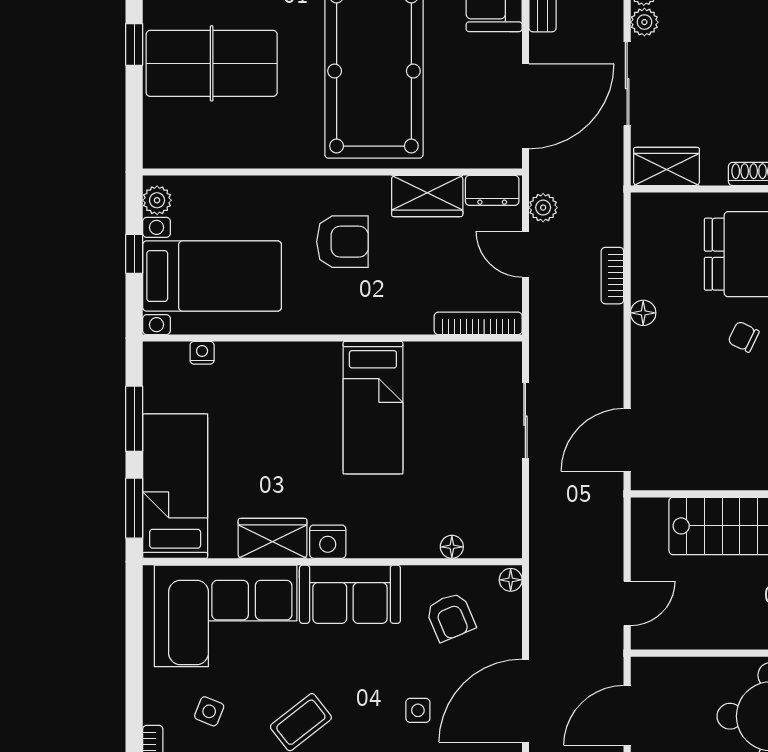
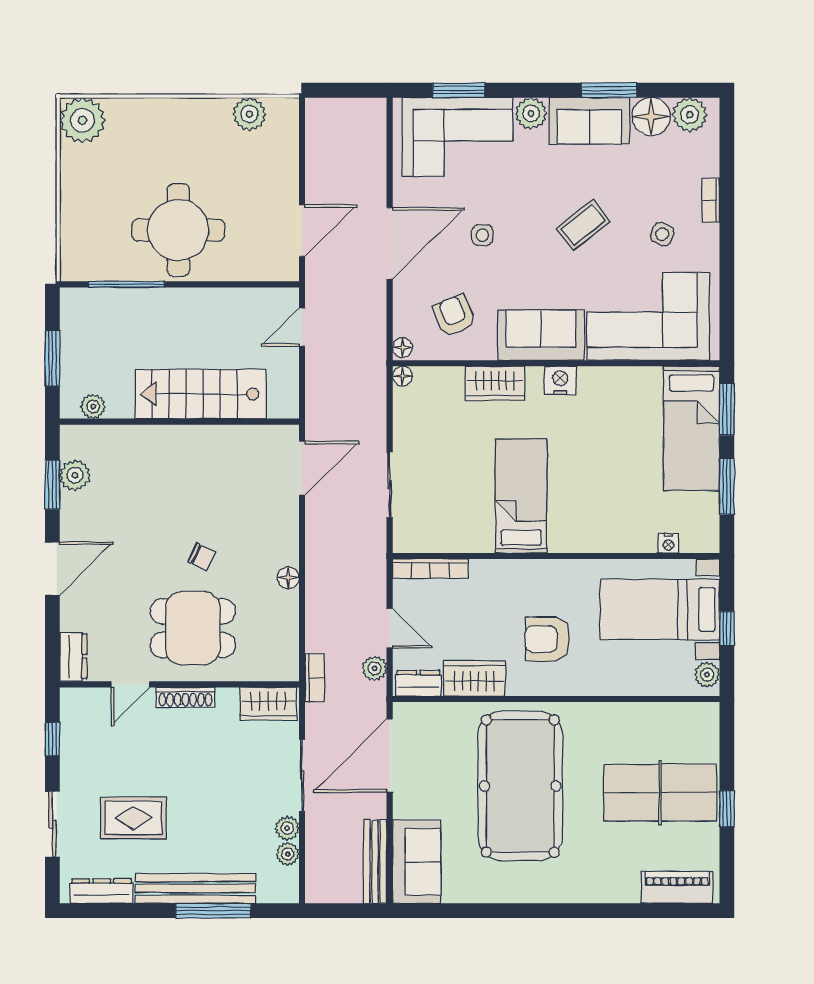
bookcase: (612, 276) -> (315, 678), moved
wardrobe: (273, 538) -> (495, 383), moved
floor lamp: (452, 547) -> (402, 376), moved

